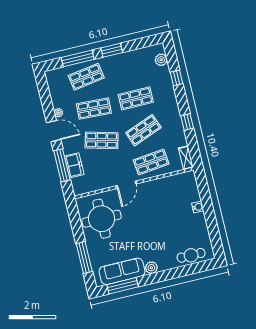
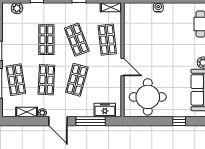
shelving: (55, 96) -> (27, 112), added
door: (54, 131) -> (58, 121), swing flipped
freezer: (74, 165) -> (105, 110), moved
window: (84, 258) -> (179, 121), width x0.46

